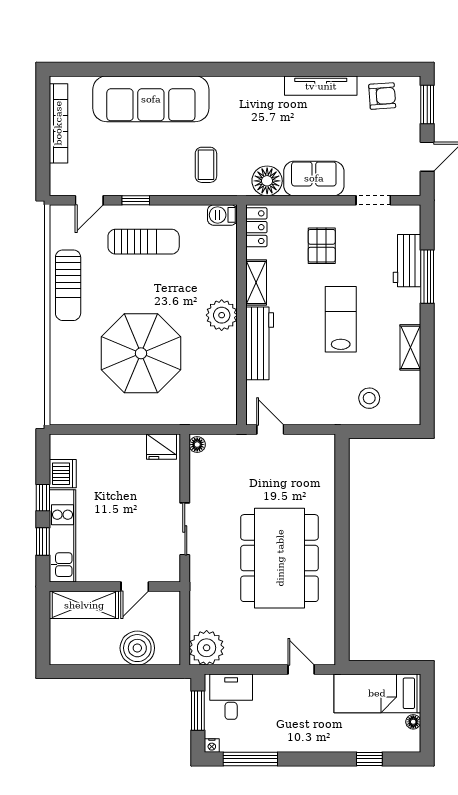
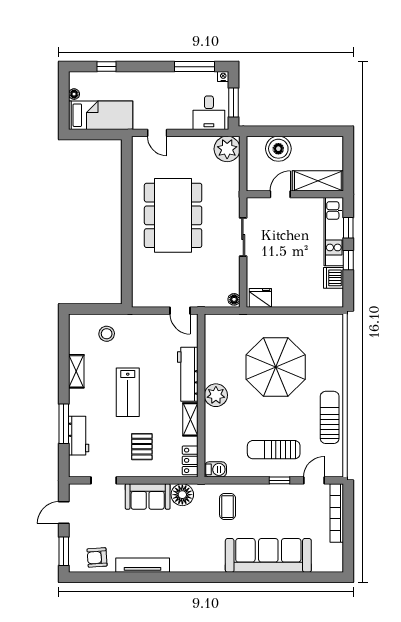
bookcase: (58, 123) -> (337, 513), moved

